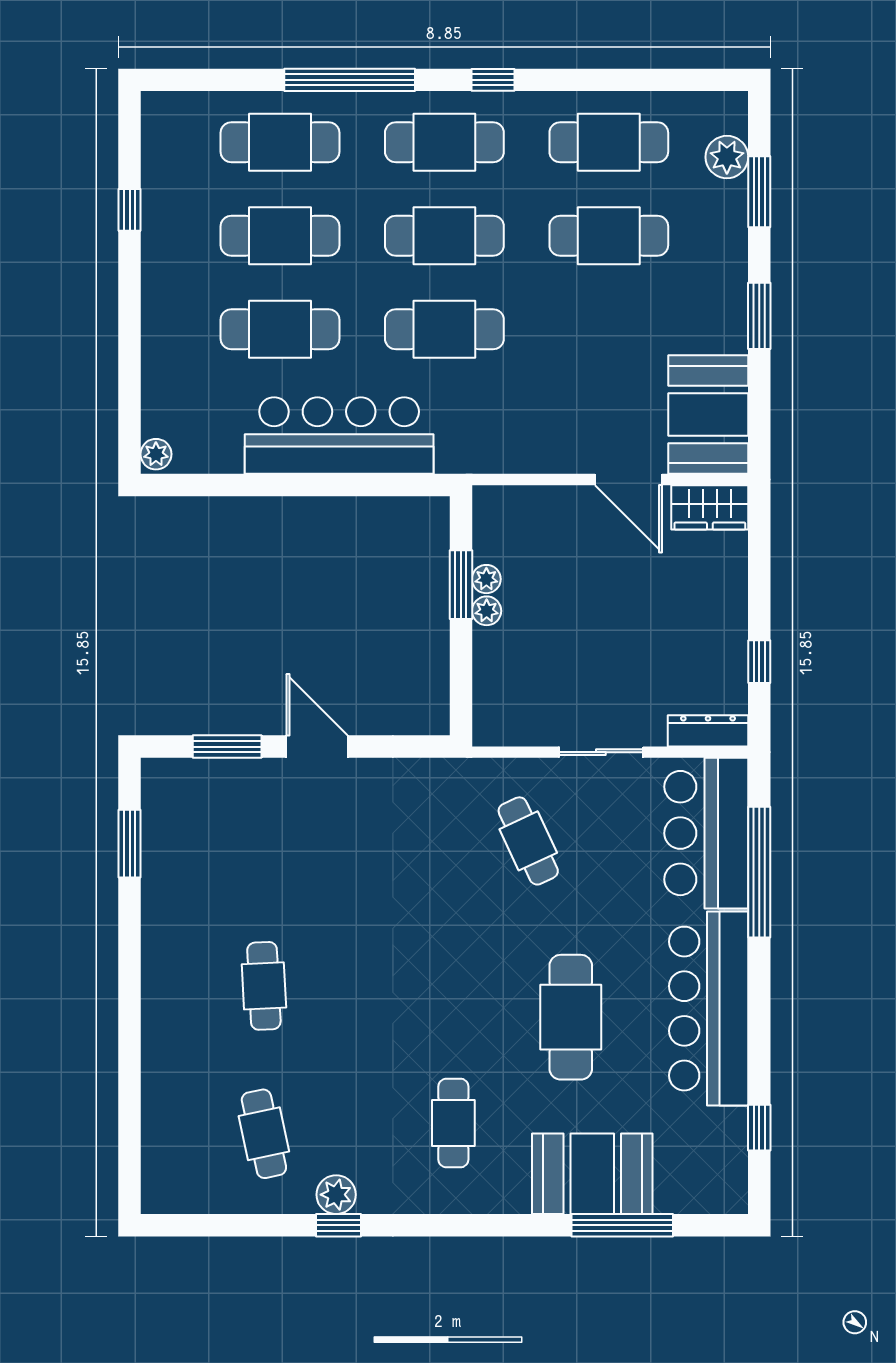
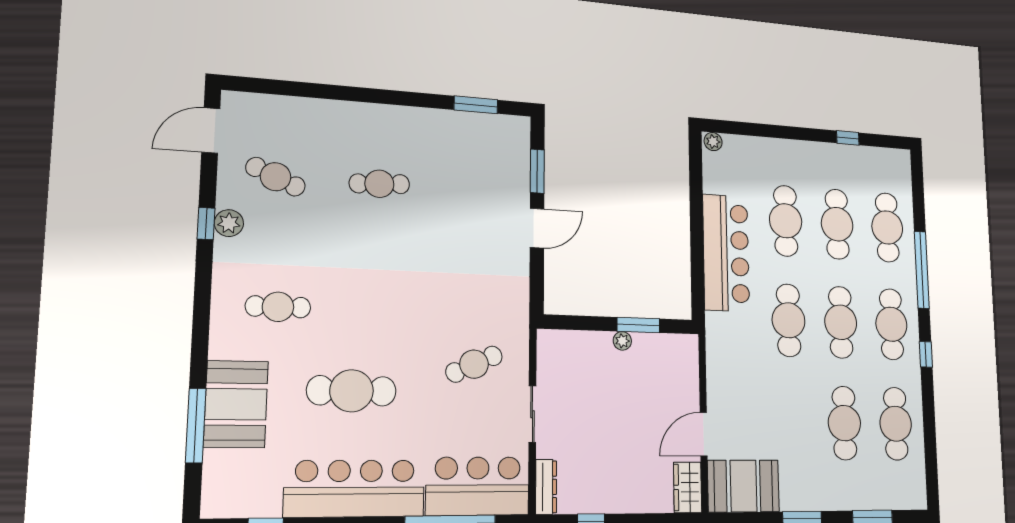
plant: (727, 157) -> (891, 497), removed
plant: (486, 579) -> (642, 341), removed
cafe table: (264, 1134) -> (276, 177), turned 36
door: (203, 1225) -> (211, 130), added

